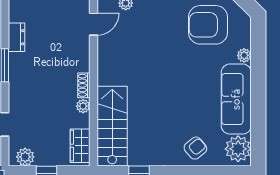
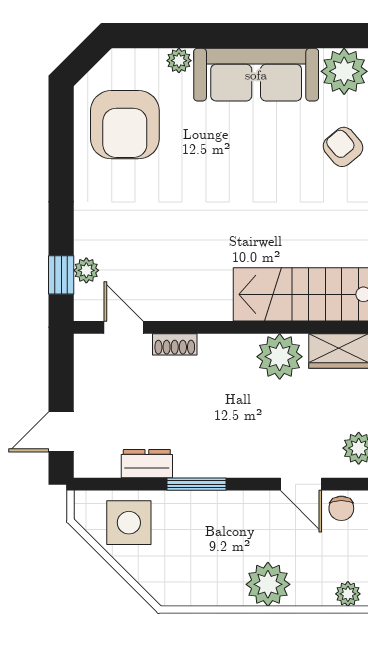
shoe rack: (84, 85) -> (175, 344), moved
plant: (83, 106) -> (280, 357), width x1.88, depth x1.88

